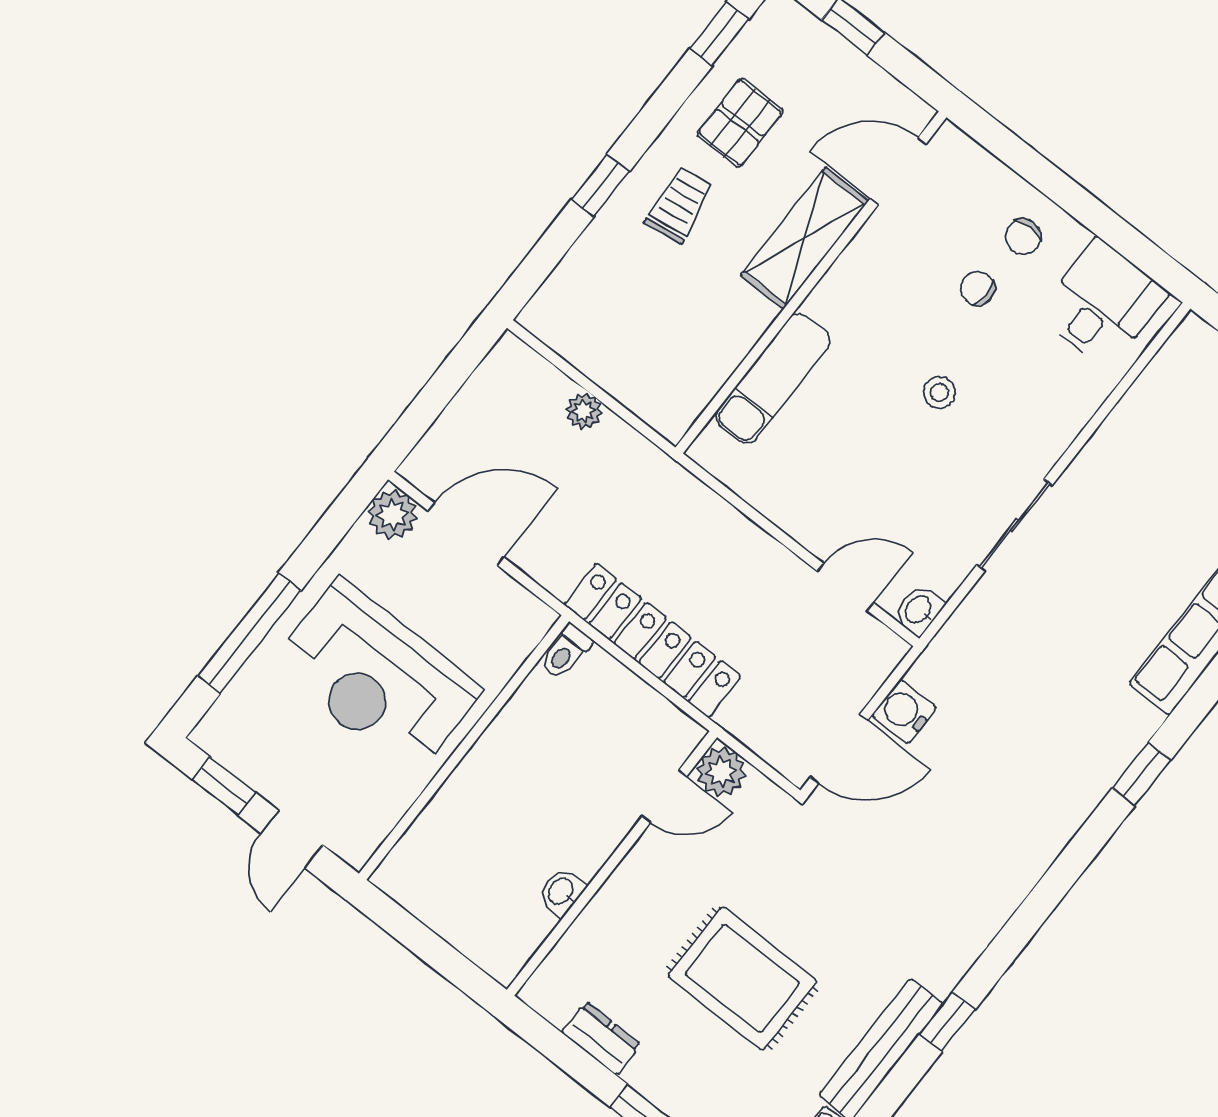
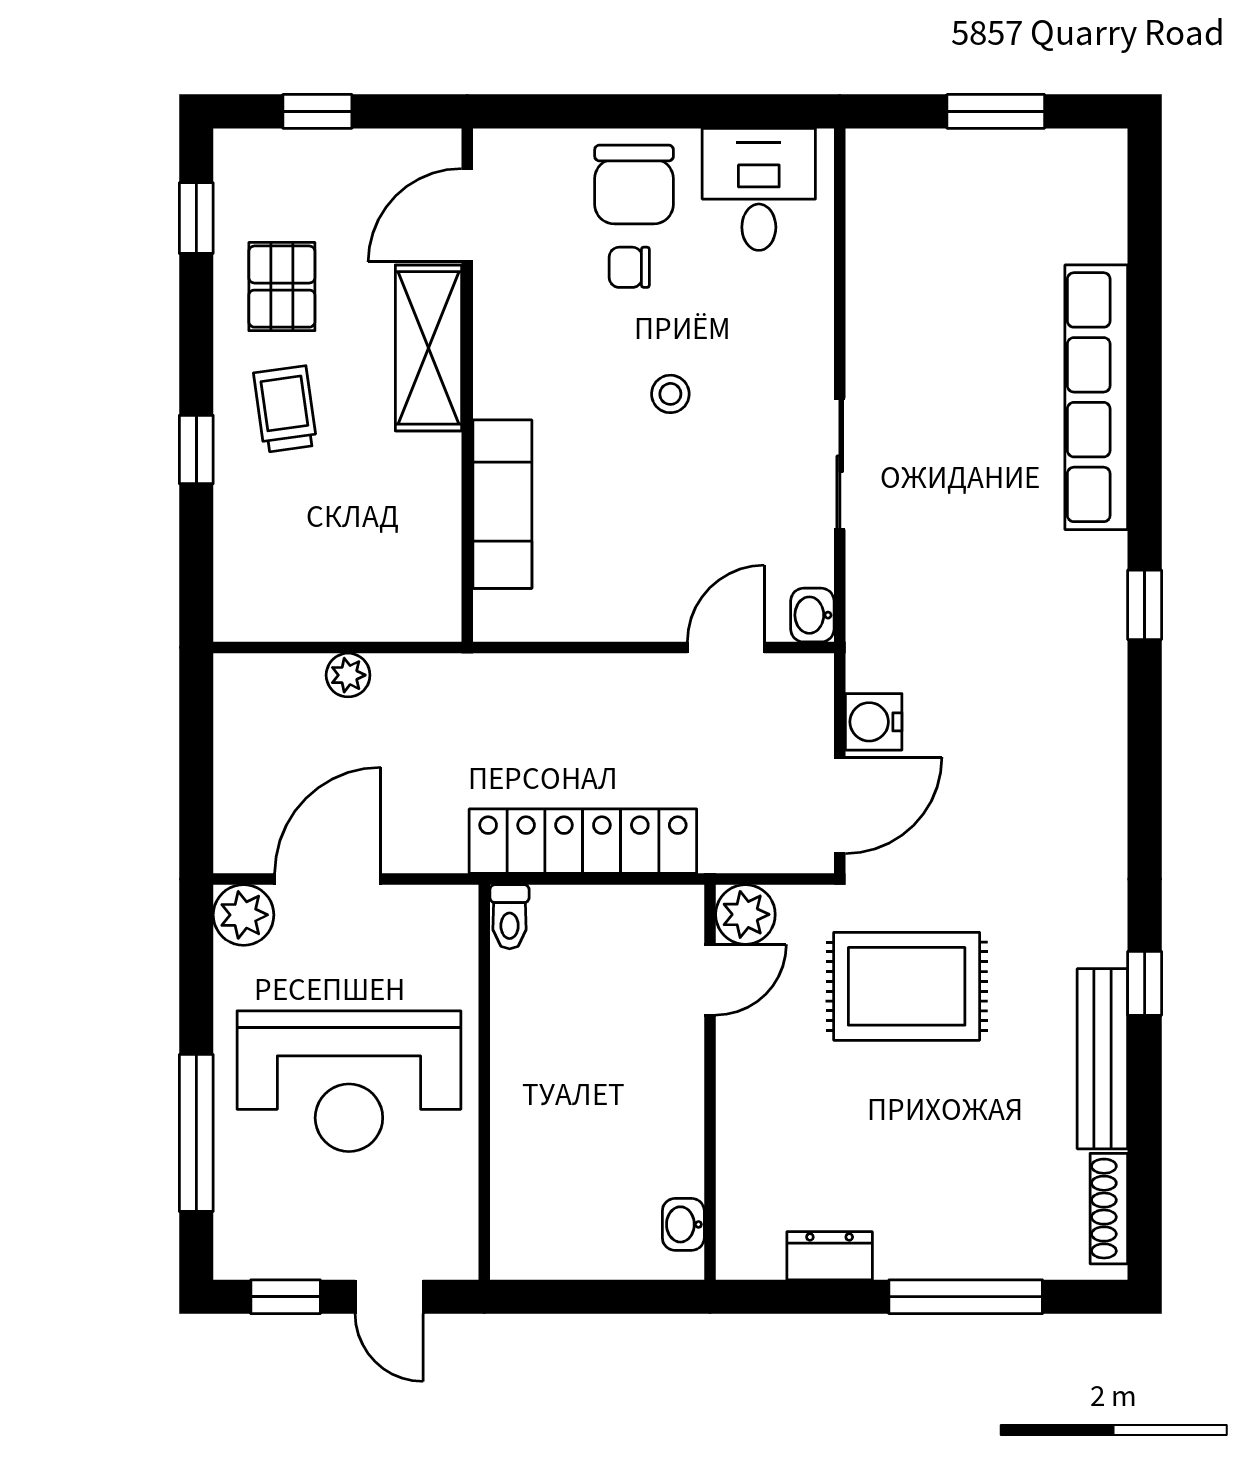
chair: (1023, 237) -> (634, 184), width x1.87, depth x1.87
washbasin: (561, 892) -> (683, 1224), moved
rug: (742, 979) -> (907, 986), moved

